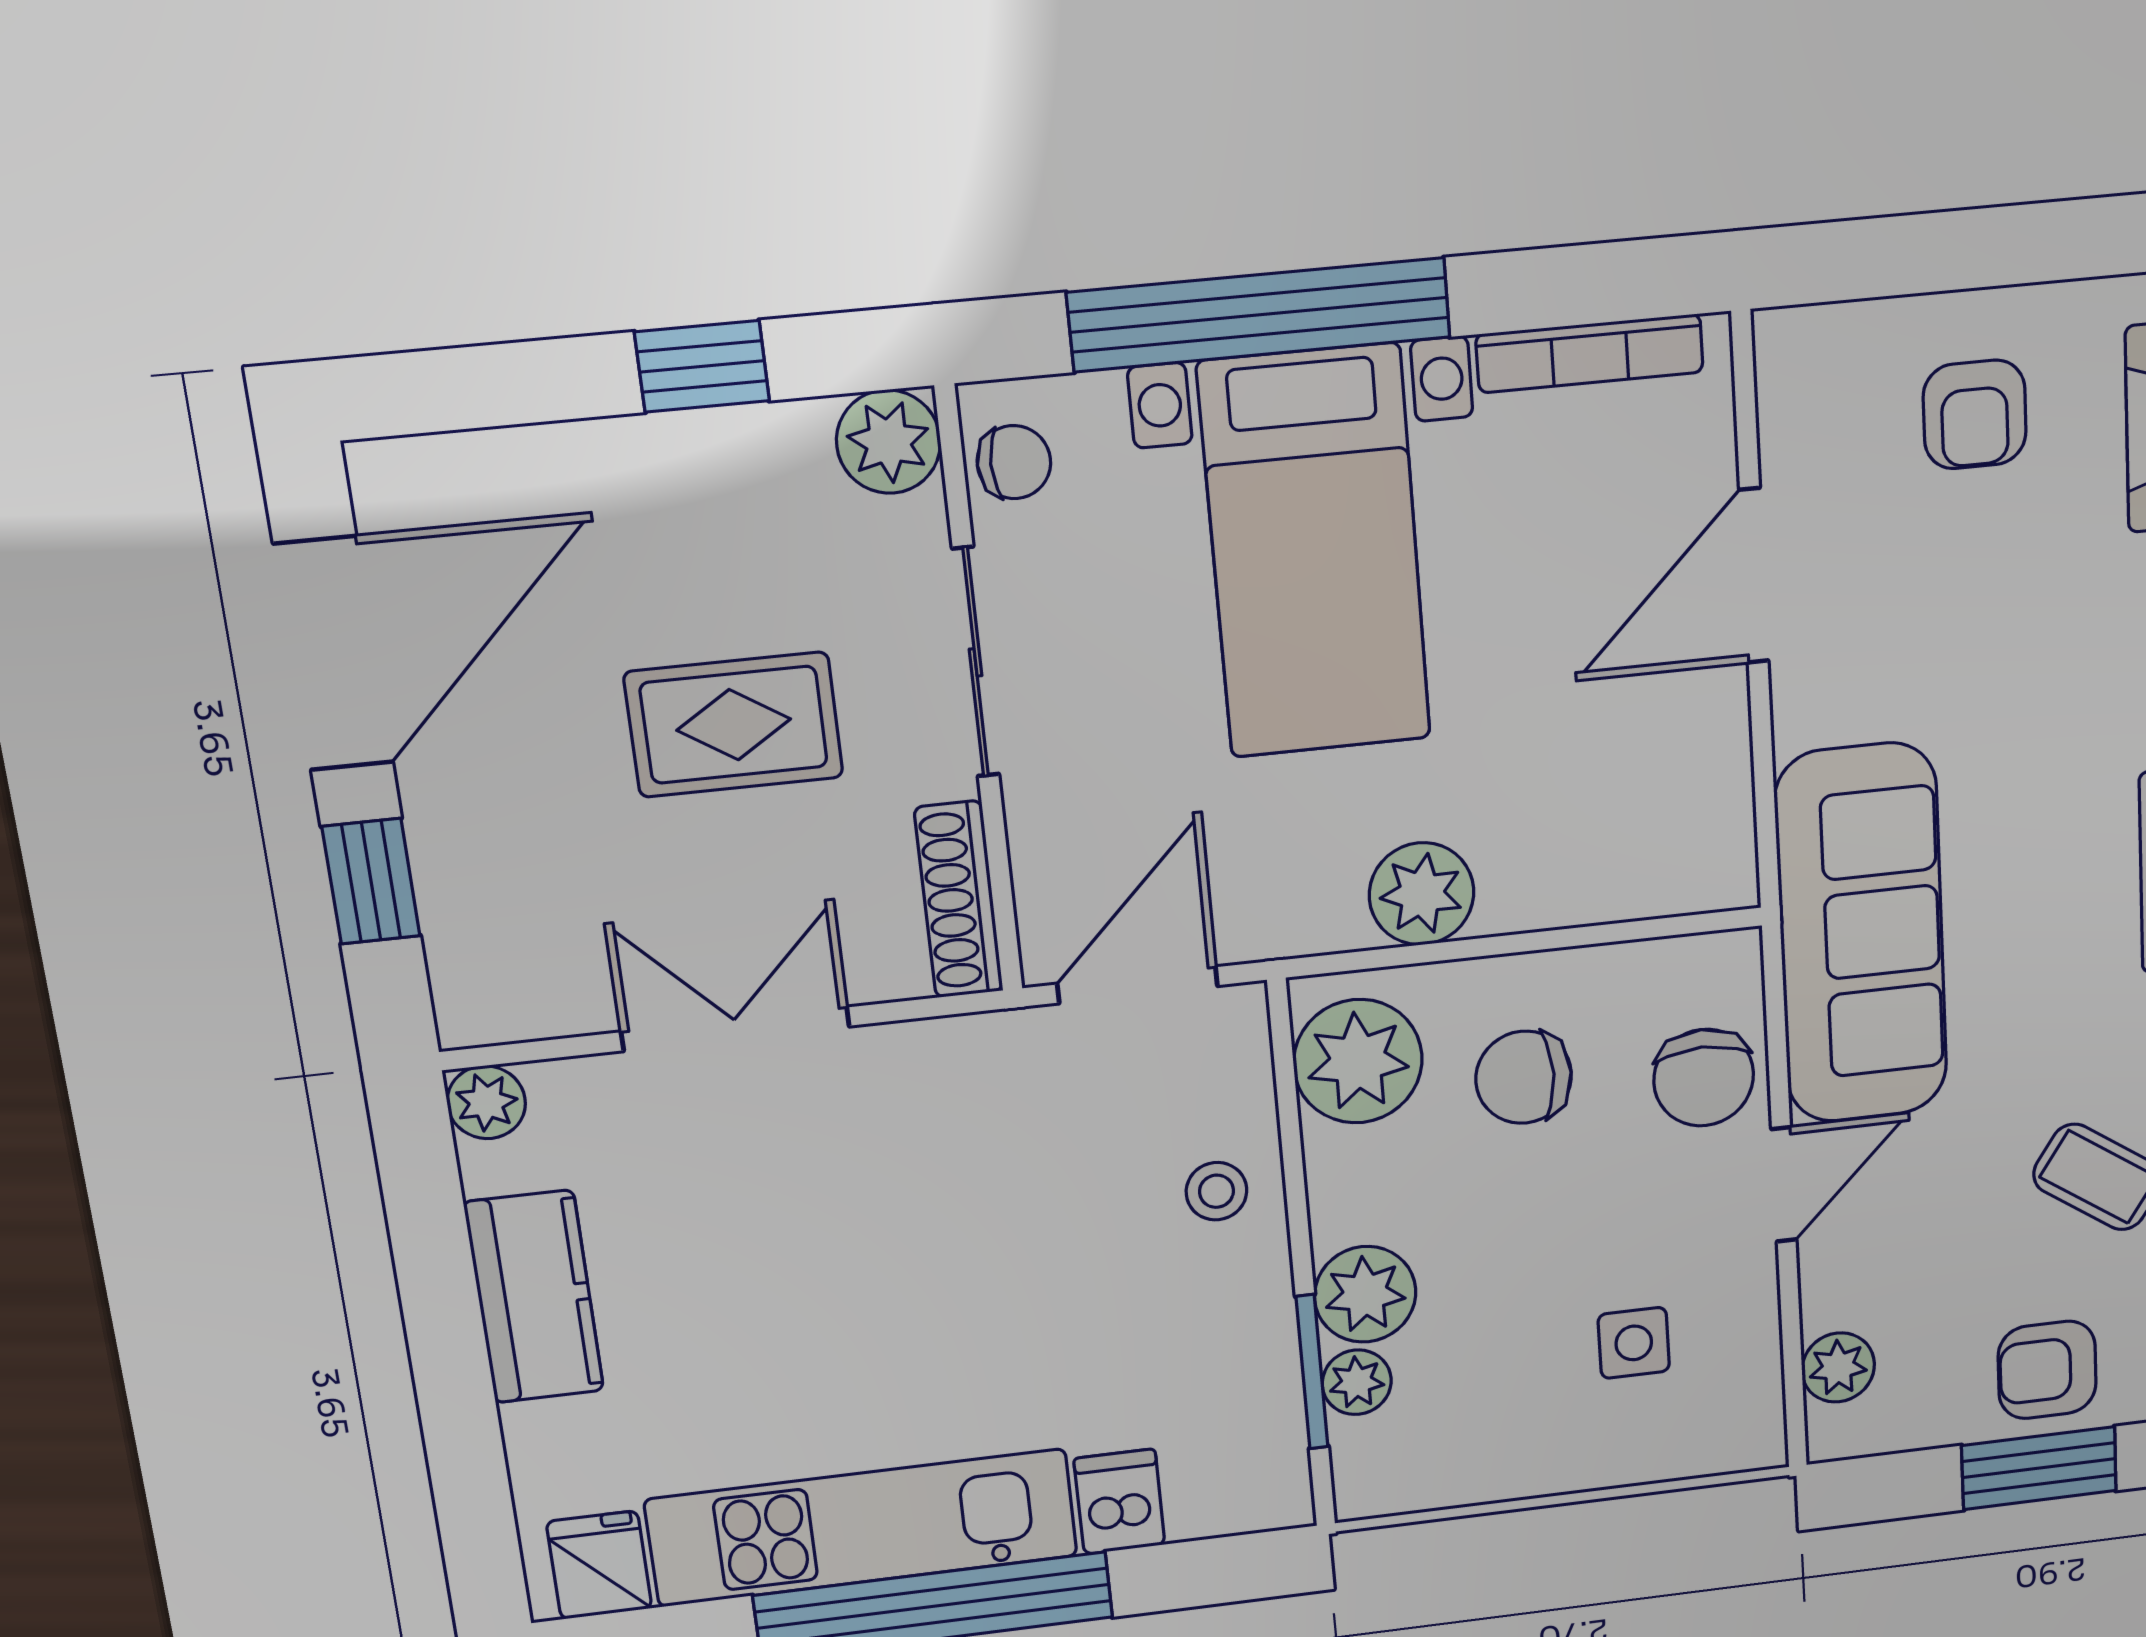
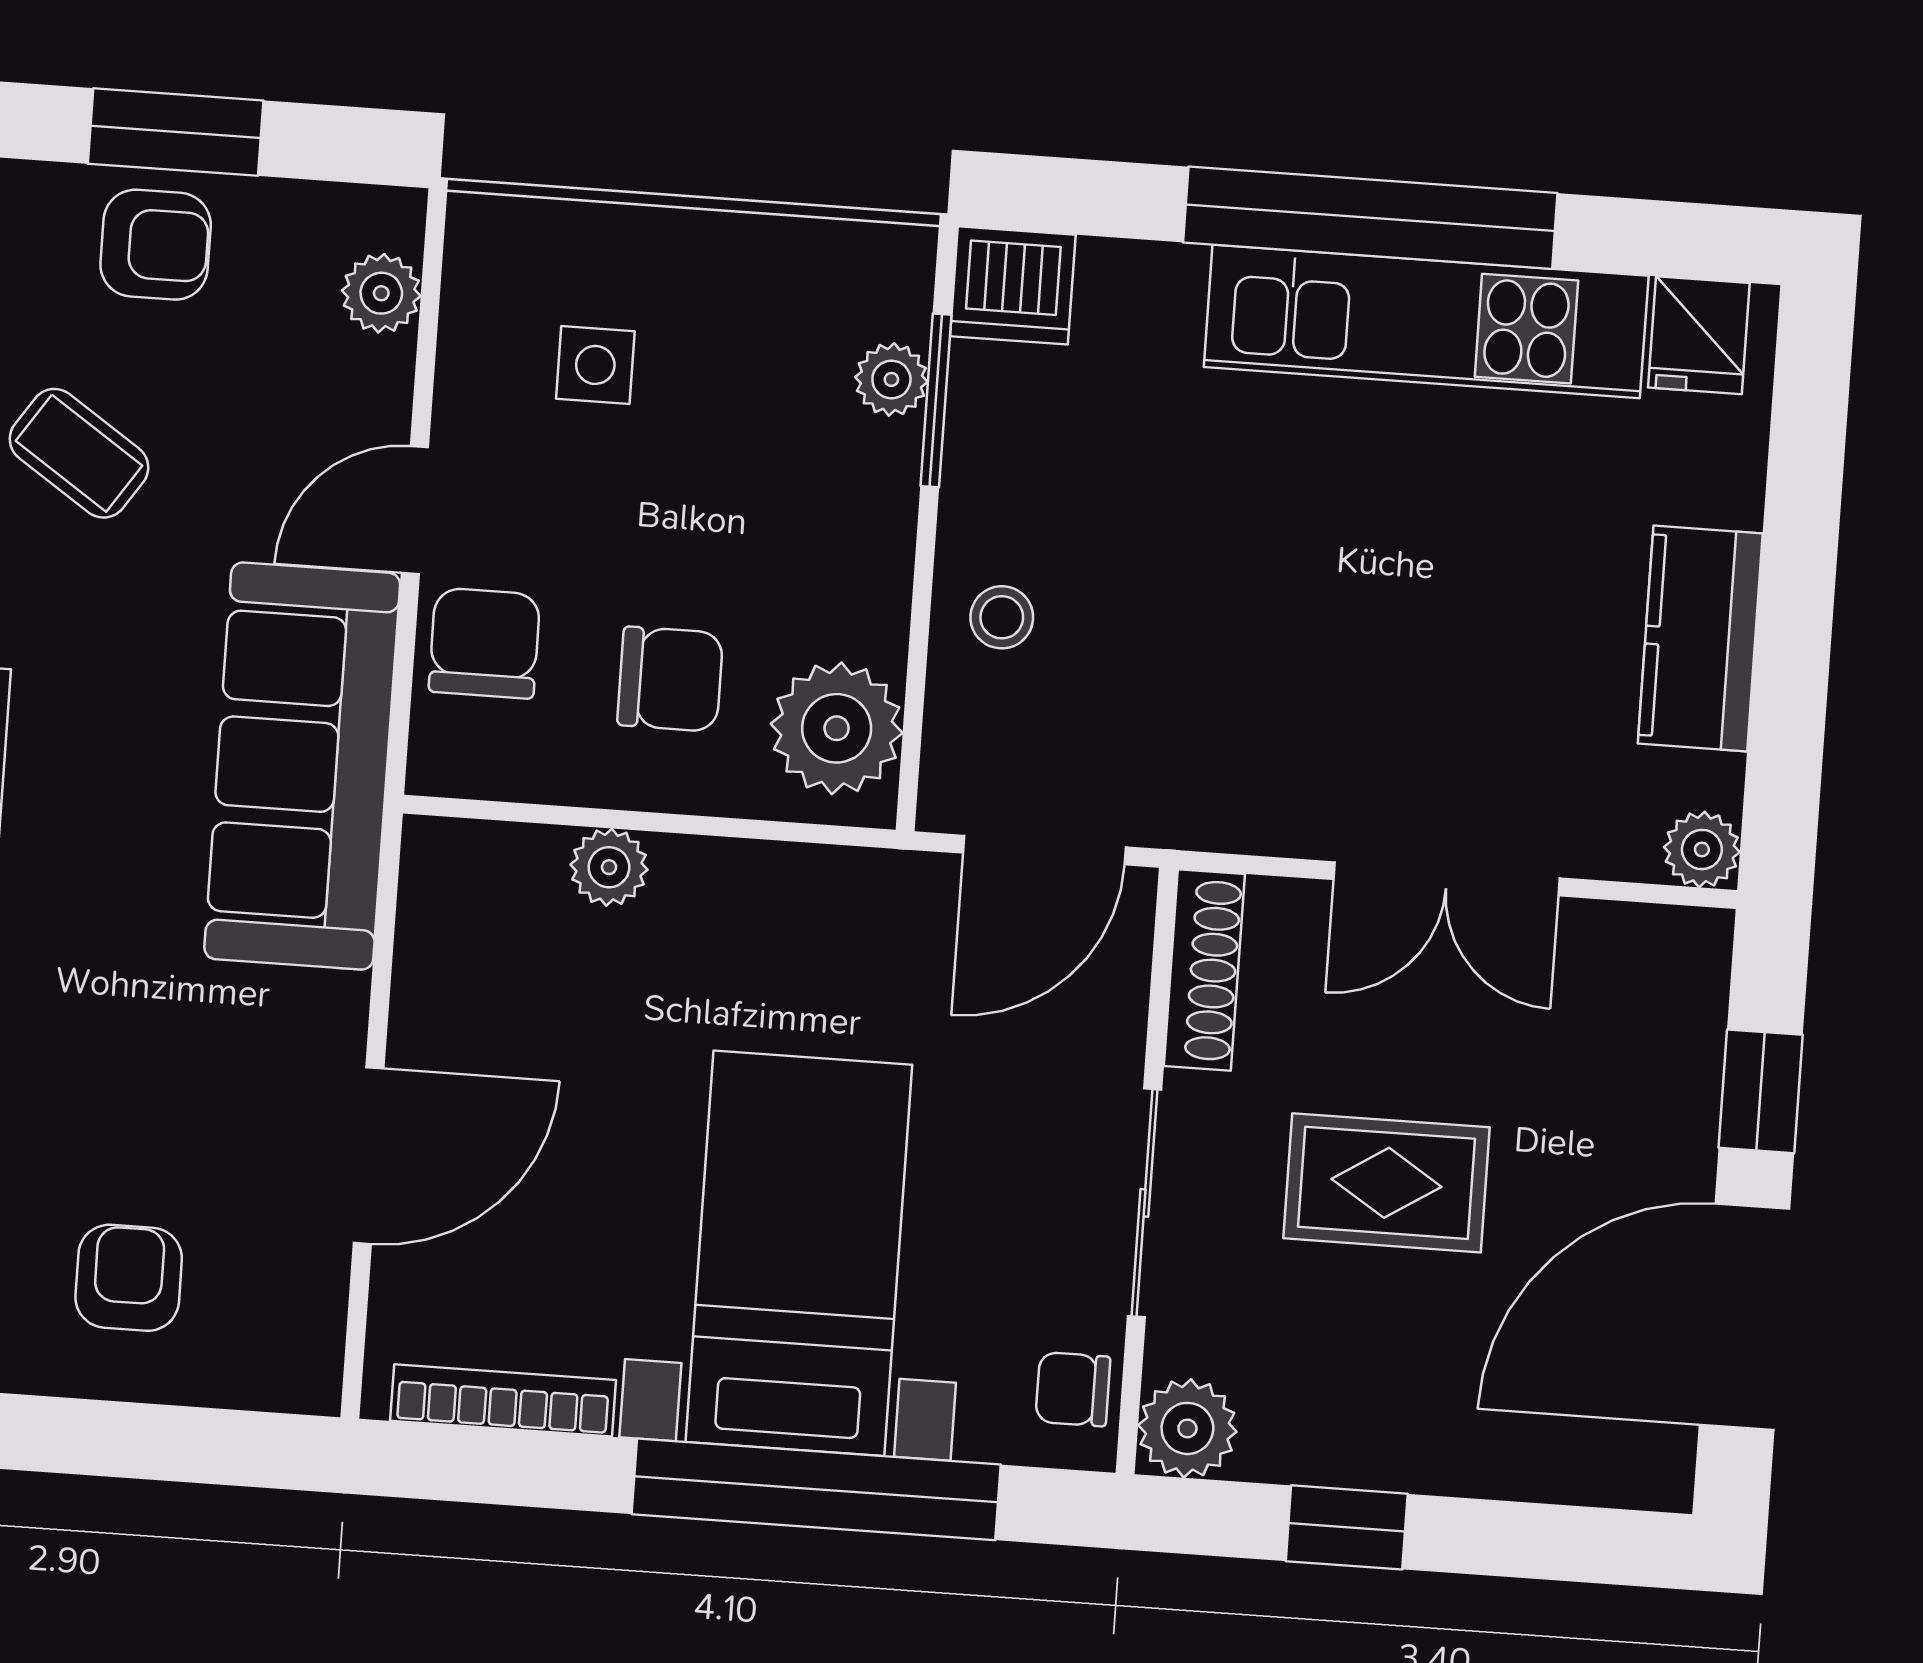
plant: (1422, 894) -> (609, 867), moved, width x0.73, depth x0.73
plant: (1365, 1294) -> (868, 475), removed
dishwasher: (1119, 1502) -> (1013, 285), moved, width x1.38

